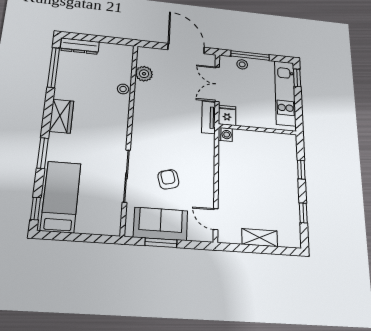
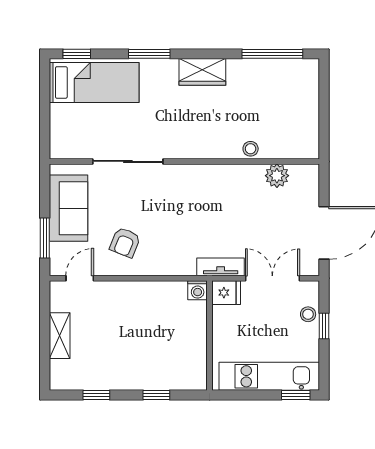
dresser: (80, 46) -> (309, 85), removed
window: (250, 55) -> (324, 326), width x0.46
armchair: (168, 179) -> (125, 242), moved, turned 127
window: (161, 243) -> (45, 238), moved

